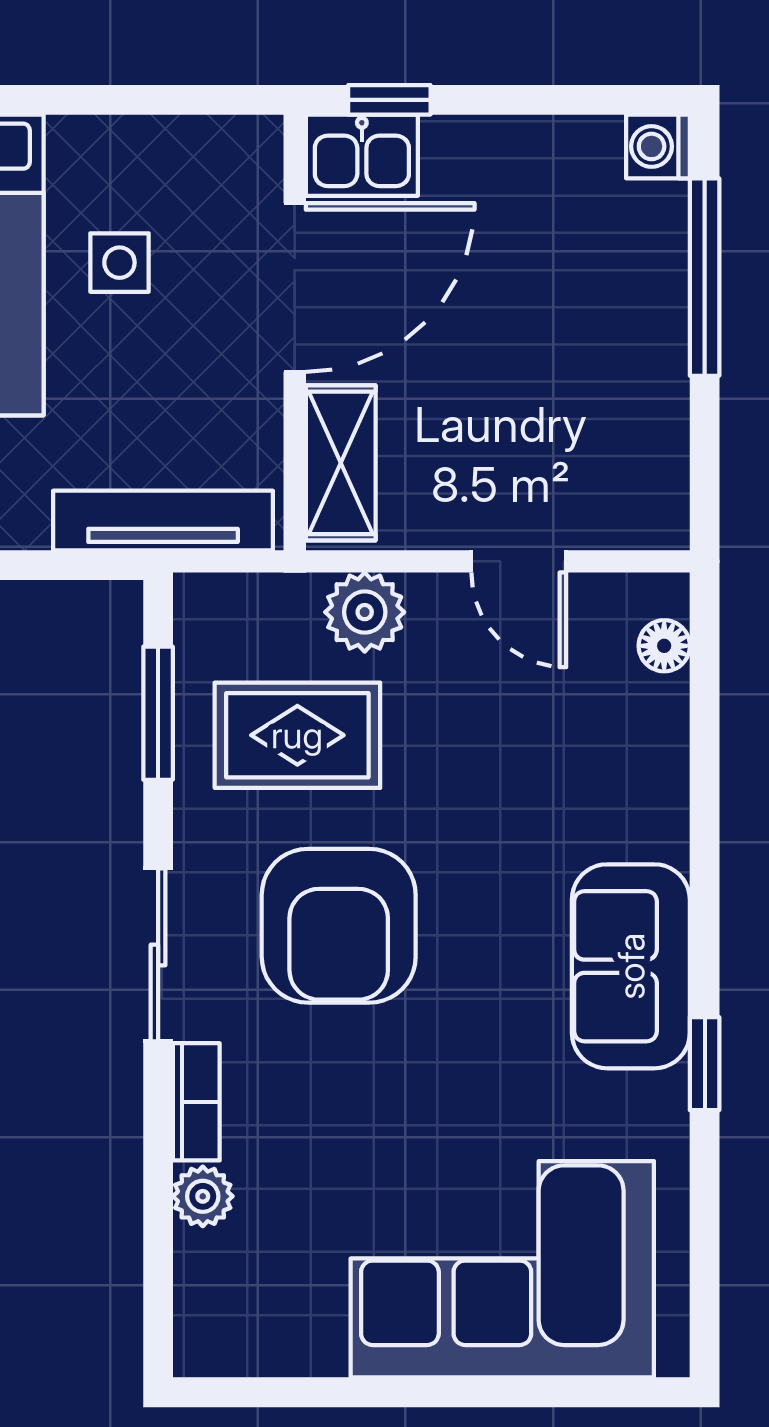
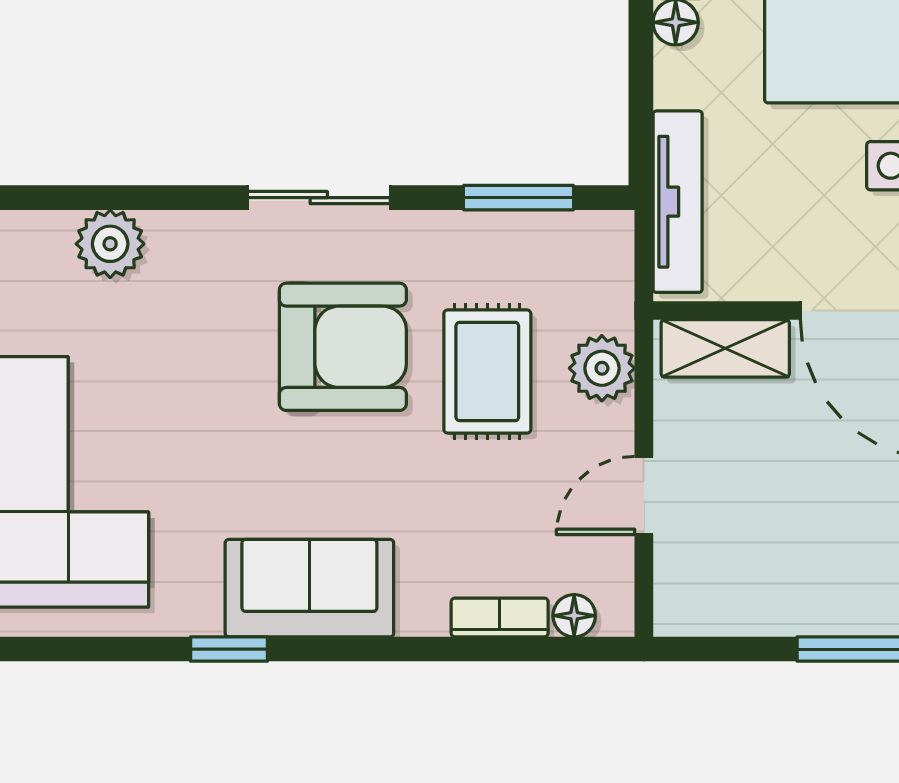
rug: (297, 735) -> (487, 372), moved
armchair: (339, 926) -> (343, 347), turned 180
bookcase: (196, 1102) -> (500, 617), moved, turned 180
plant: (203, 1196) -> (110, 244), width x1.38, depth x1.38

